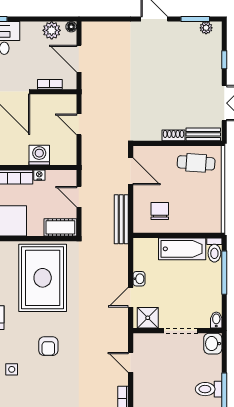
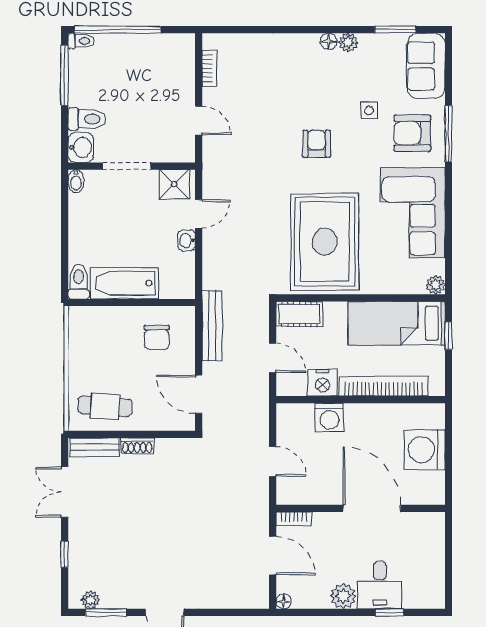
plant: (52, 30) -> (343, 596), moved
bookcase: (50, 84) -> (294, 519), moved
nightstand: (39, 175) -> (323, 383), width x1.89, depth x1.79
window: (224, 273) -> (65, 249), removed
toilet: (209, 389) -> (87, 119), moved

